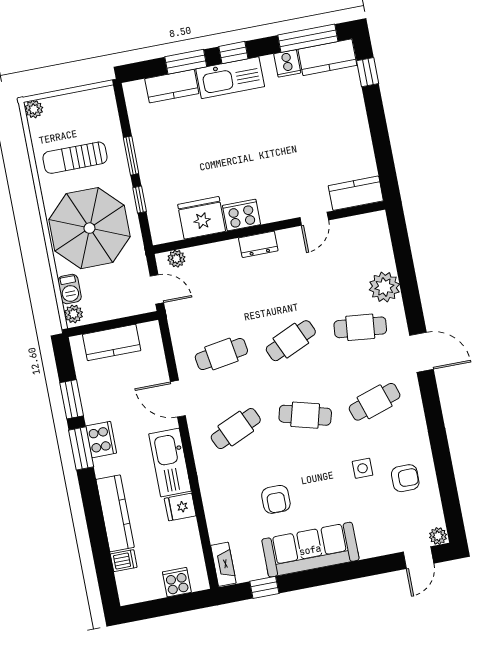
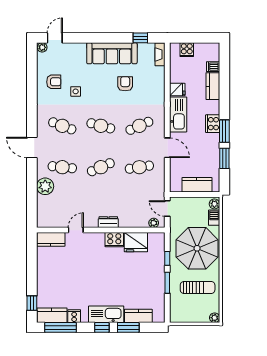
cafe table: (375, 402) -> (62, 126), turned 39
cooker: (101, 440) -> (213, 124), moved
armchair: (405, 478) -> (54, 82), turned 180
kitchen counter: (115, 513) -> (213, 86), width x0.67

